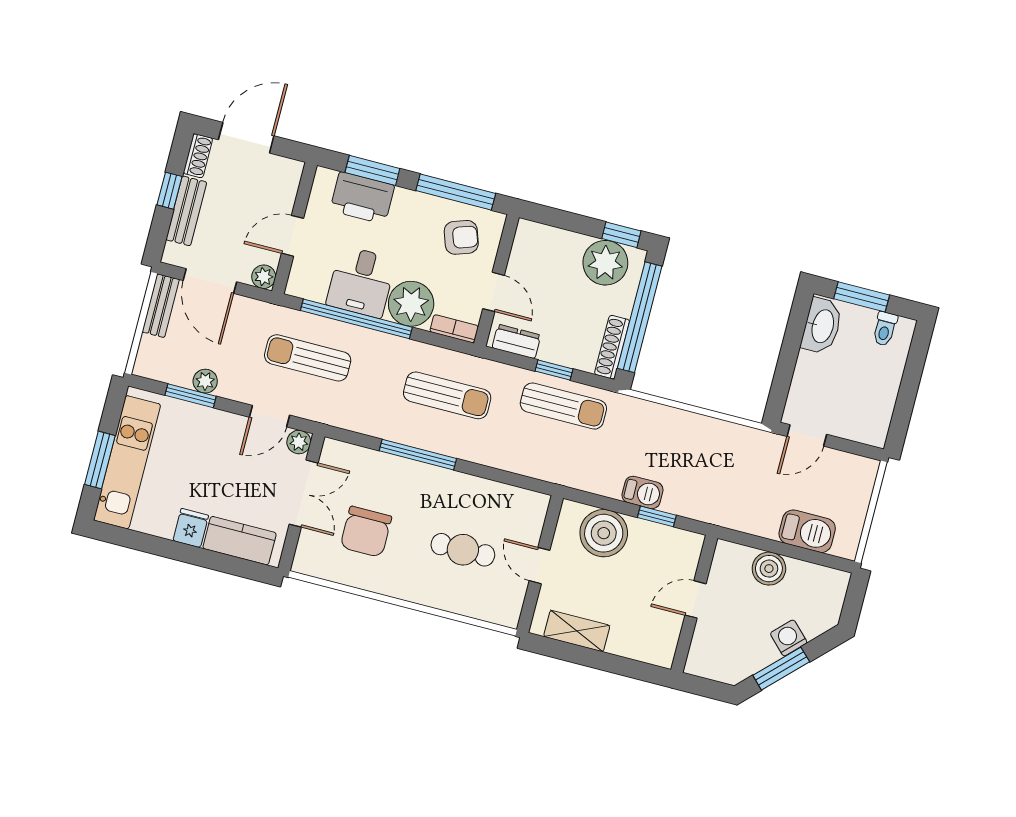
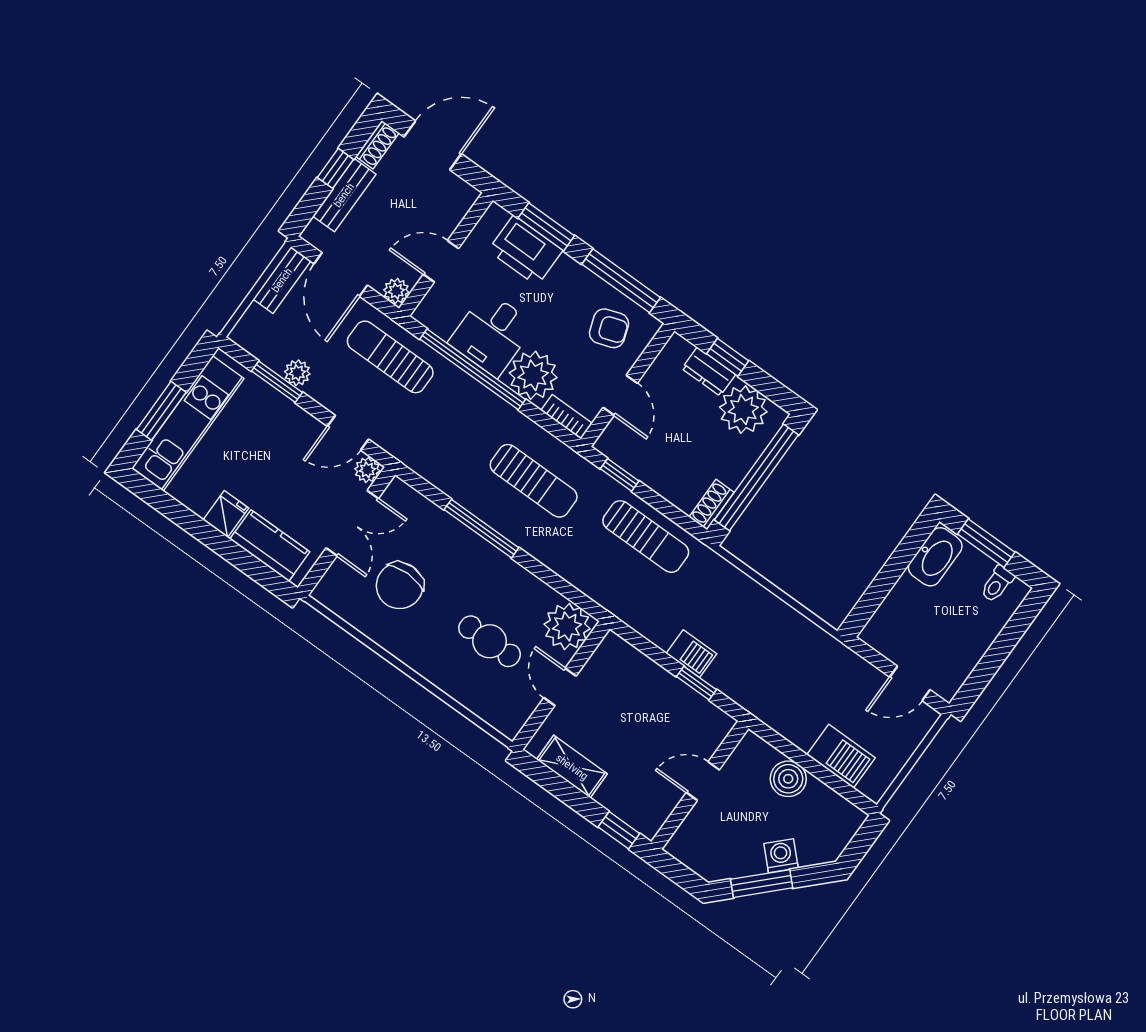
window: (621, 235) -> (728, 357), moved
dresser: (516, 341) -> (709, 372), moved, turned 180
shoe rack: (612, 347) -> (711, 505), width x0.70
sun lounger: (308, 358) -> (390, 357), moved
window: (554, 370) -> (620, 475), moved
door: (807, 435) -> (910, 683), moved
plant: (525, 511) -> (567, 627), added
boiler: (604, 533) -> (637, 679), removed
window: (639, 670) -> (619, 830), added

